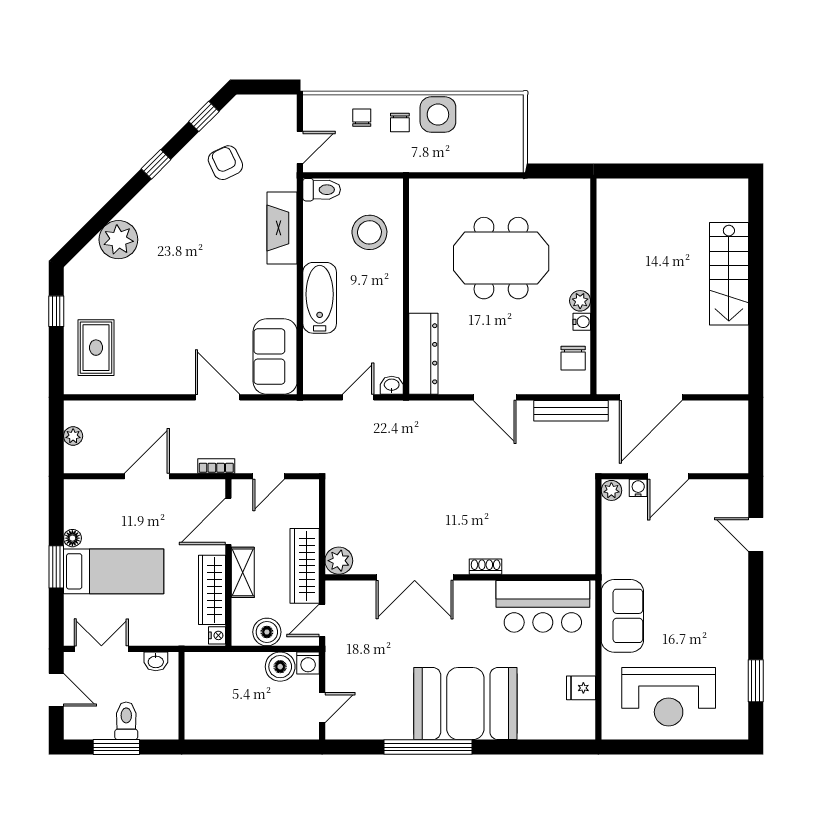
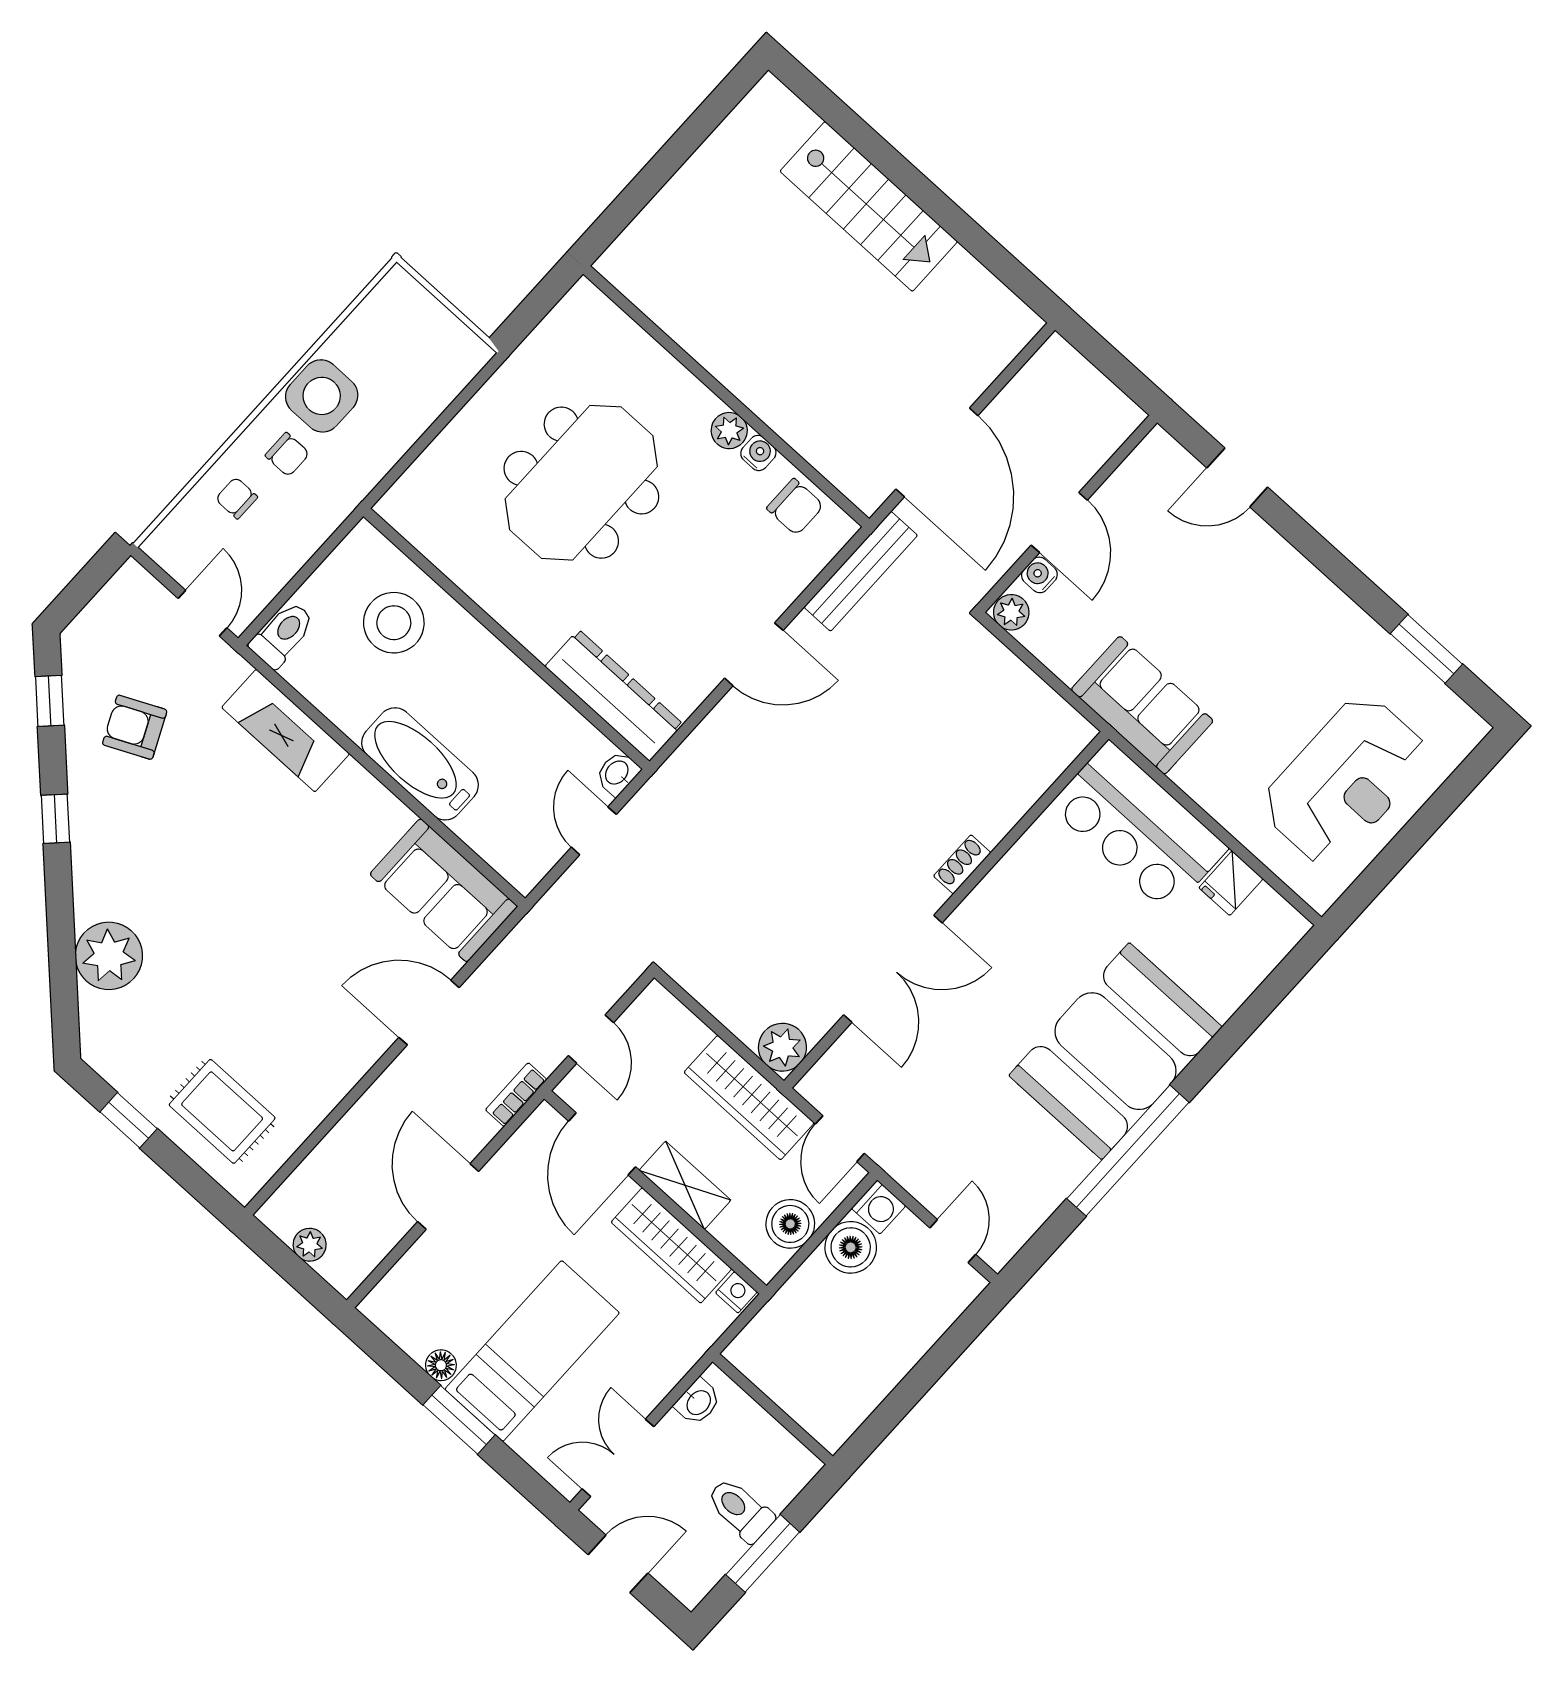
bar counter: (543, 606) -> (1139, 827), moved, turned 90
sofa: (622, 616) -> (1142, 705), moved

